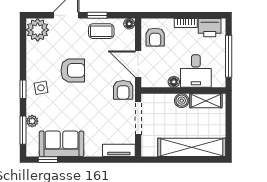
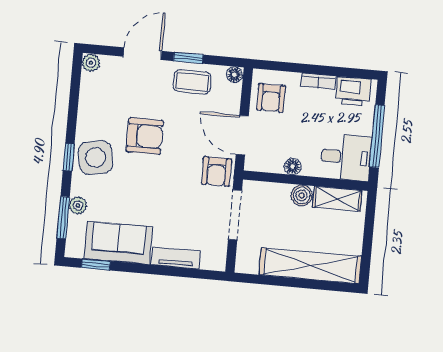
plant: (38, 30) -> (91, 63), width x0.53, depth x0.53
desk: (196, 71) -> (346, 157), moved, turned -90
side table: (41, 88) -> (95, 158), width x1.87, depth x1.87
tv unit: (119, 150) -> (176, 258), moved

